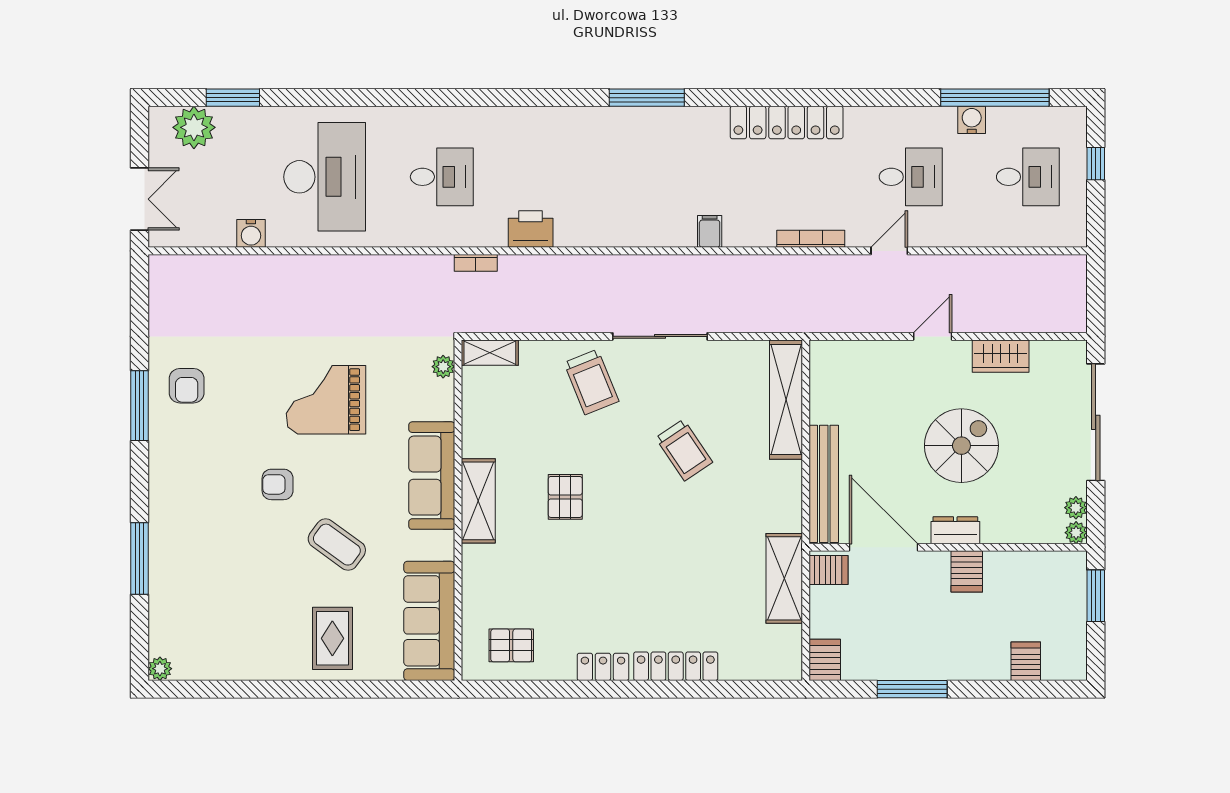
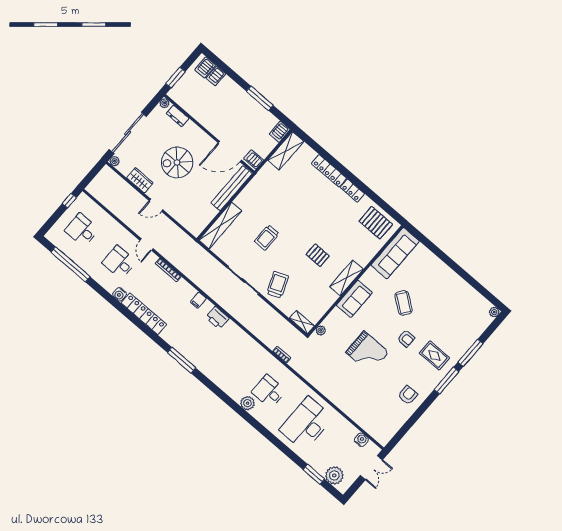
water cooler: (972, 120) -> (120, 294), moved
plant: (462, 123) -> (247, 403), added
window: (1096, 164) -> (69, 201), moved
double door: (140, 199) -> (371, 468), swing flipped
printer: (531, 229) -> (217, 318), moved
water cooler: (251, 233) -> (361, 440), moved
door: (889, 251) -> (146, 245), hinge flipped
window: (140, 406) -> (447, 381), moved
trolley: (684, 450) -> (267, 237), turned -146
sofa: (432, 476) -> (354, 299), width x0.73
pallet: (565, 497) -> (318, 255), turned 90
plant: (1076, 508) -> (115, 161), moved
dresser: (955, 530) -> (178, 116), moved
door: (884, 547) -> (230, 152), hinge flipped
server rack: (967, 571) -> (205, 67), moved, turned 180
shelving: (784, 578) -> (286, 151), moved
rug: (332, 638) -> (434, 355), moved, turned 90
pallet: (511, 645) -> (376, 223), width x1.50, depth x1.42

